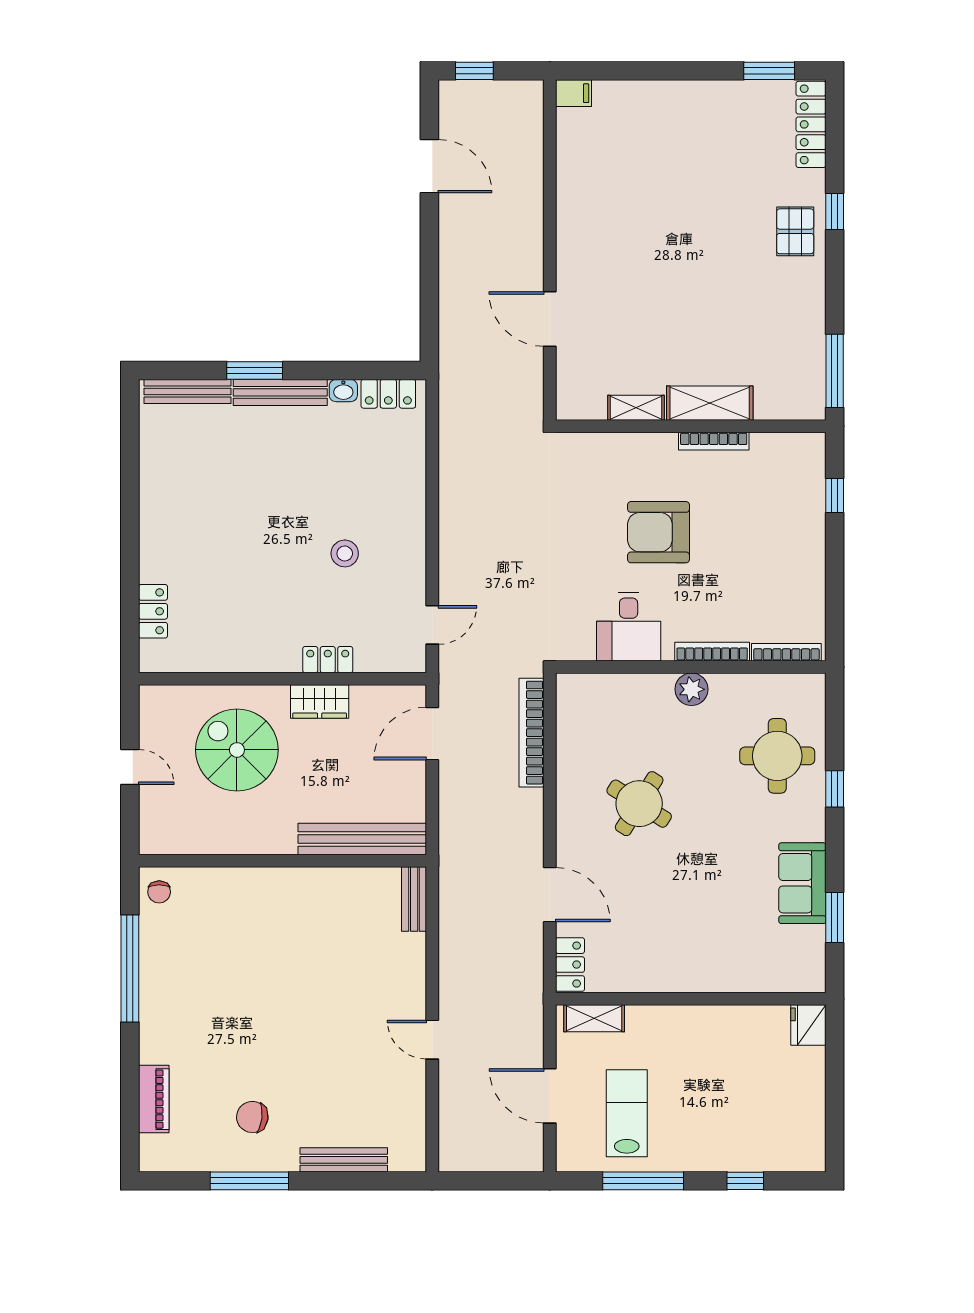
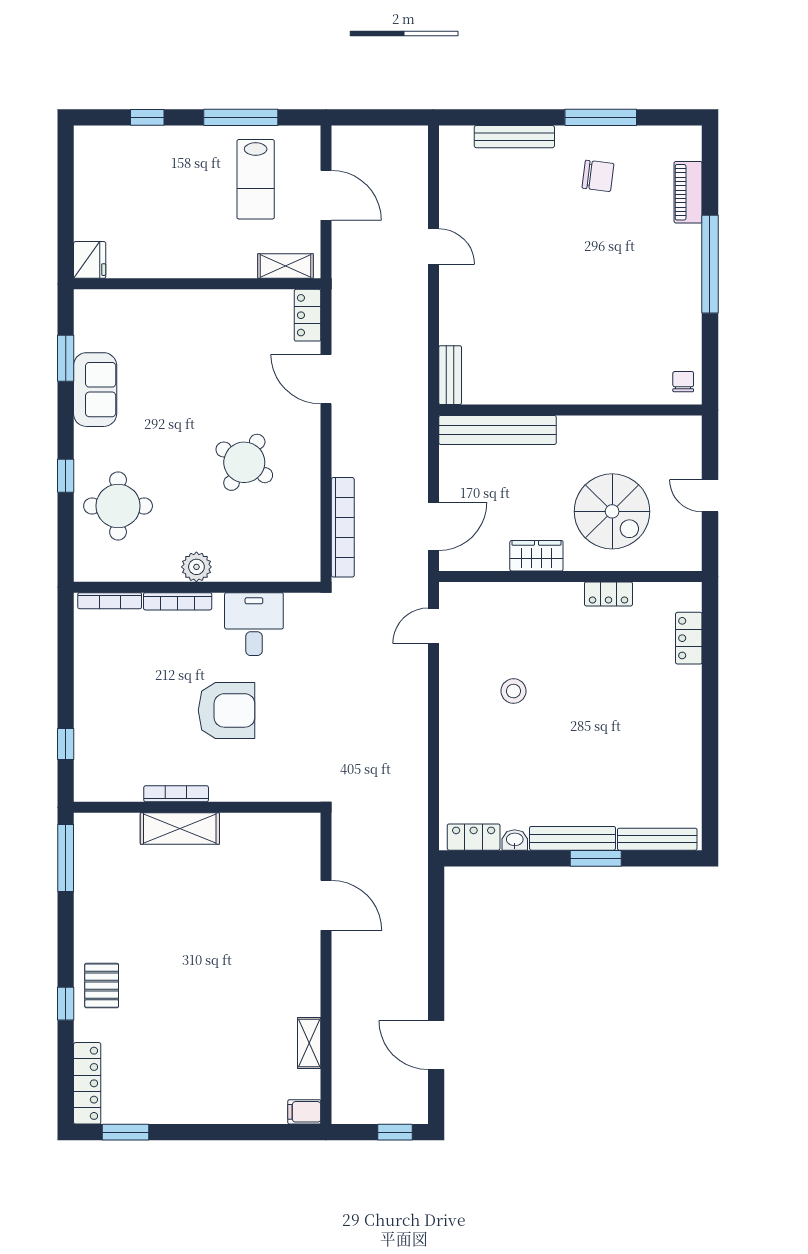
shelving: (636, 408) -> (309, 1043), moved, turned 90
locker: (328, 660) -> (608, 594), moved
window: (130, 968) -> (710, 264), moved

